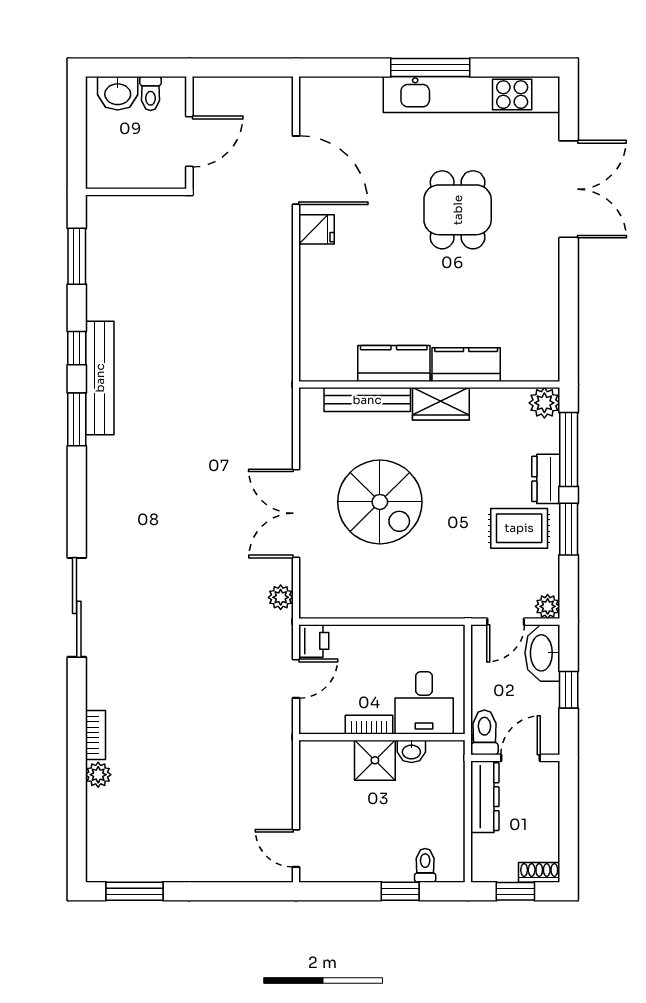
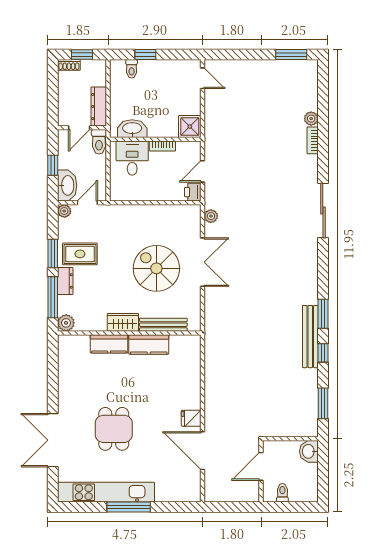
washbasin: (118, 93) -> (309, 451), moved, turned -90
washbasin: (411, 751) -> (132, 129), width x1.91, depth x1.45
shower: (375, 760) -> (190, 127), moved

